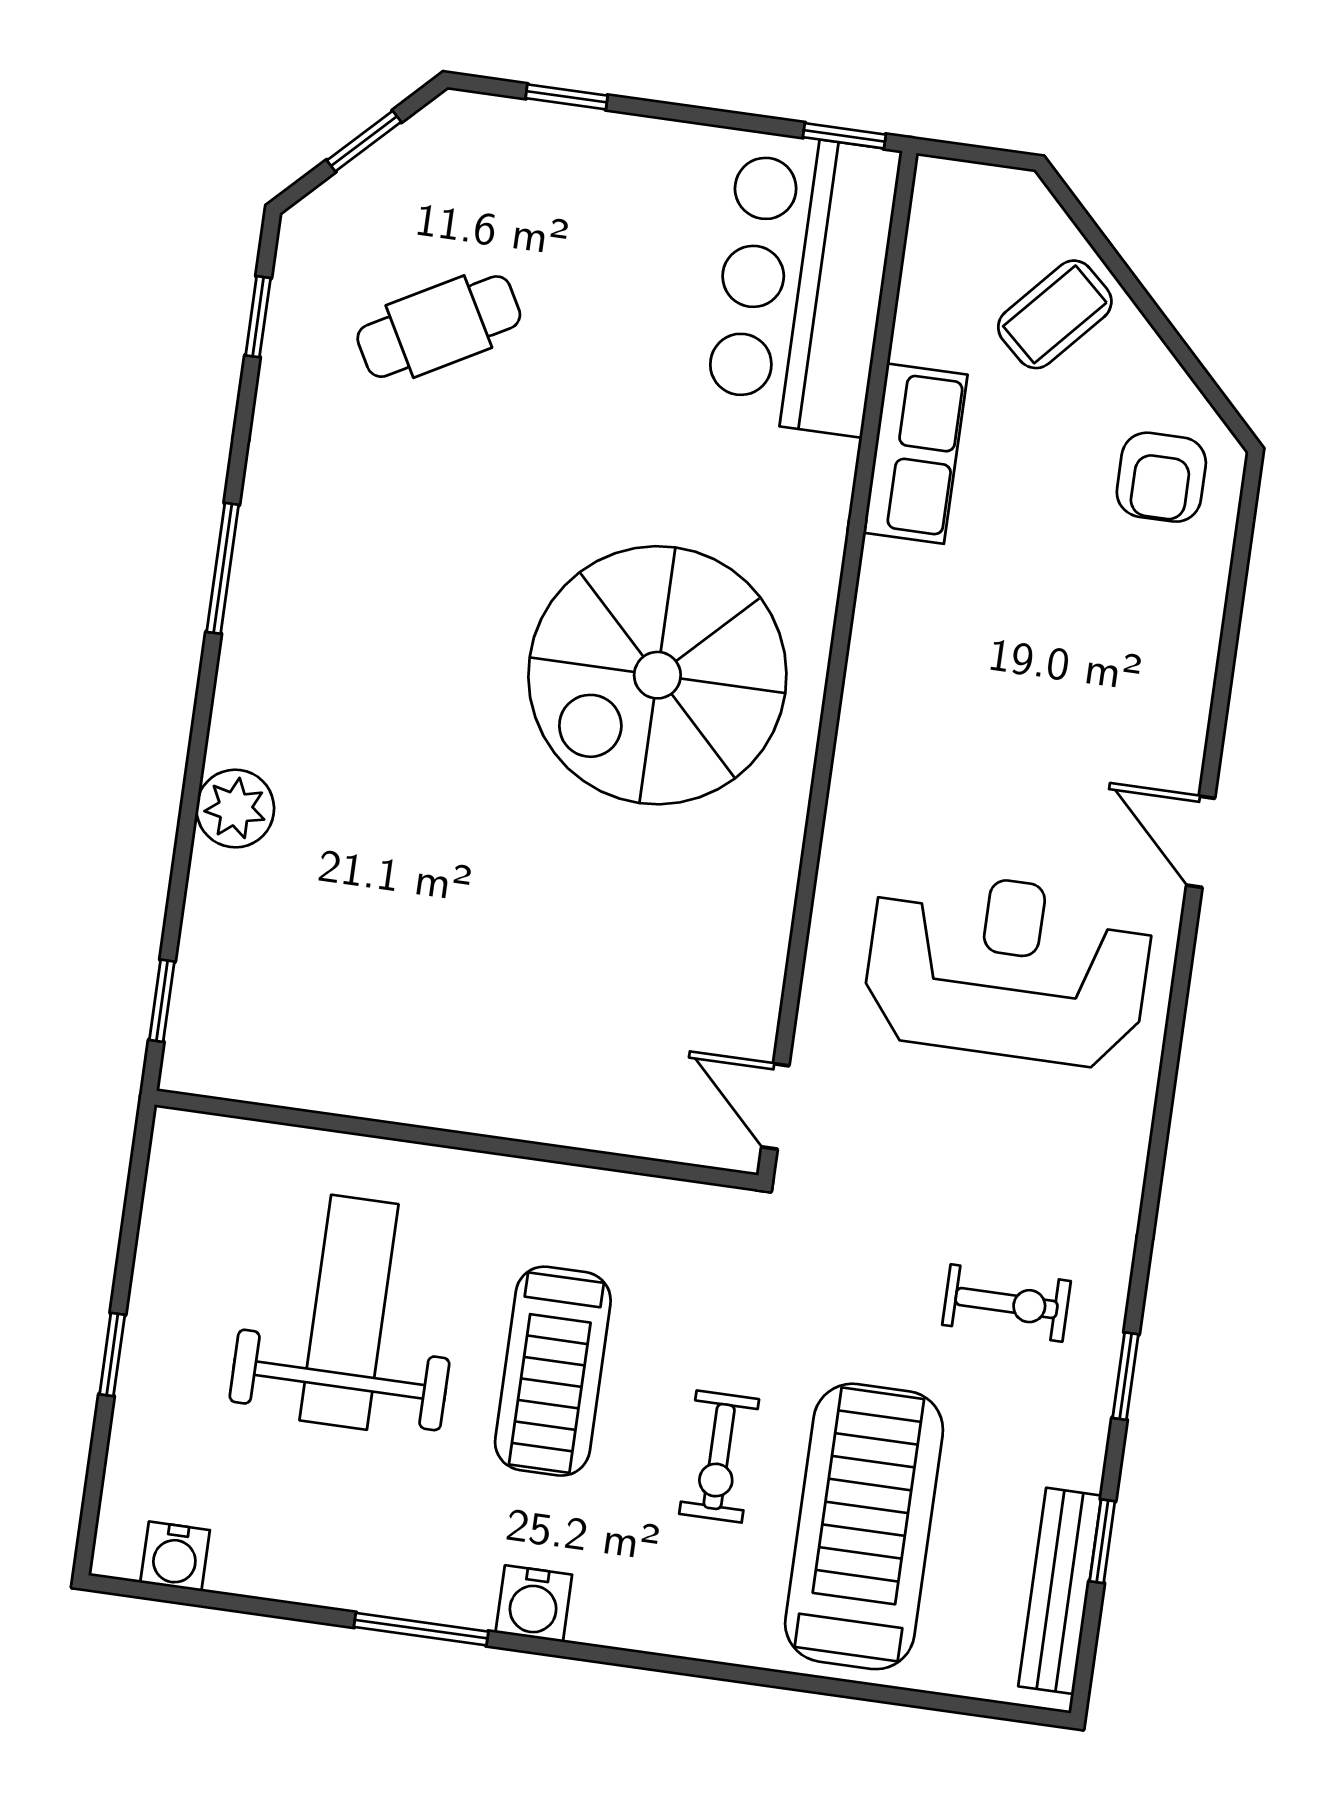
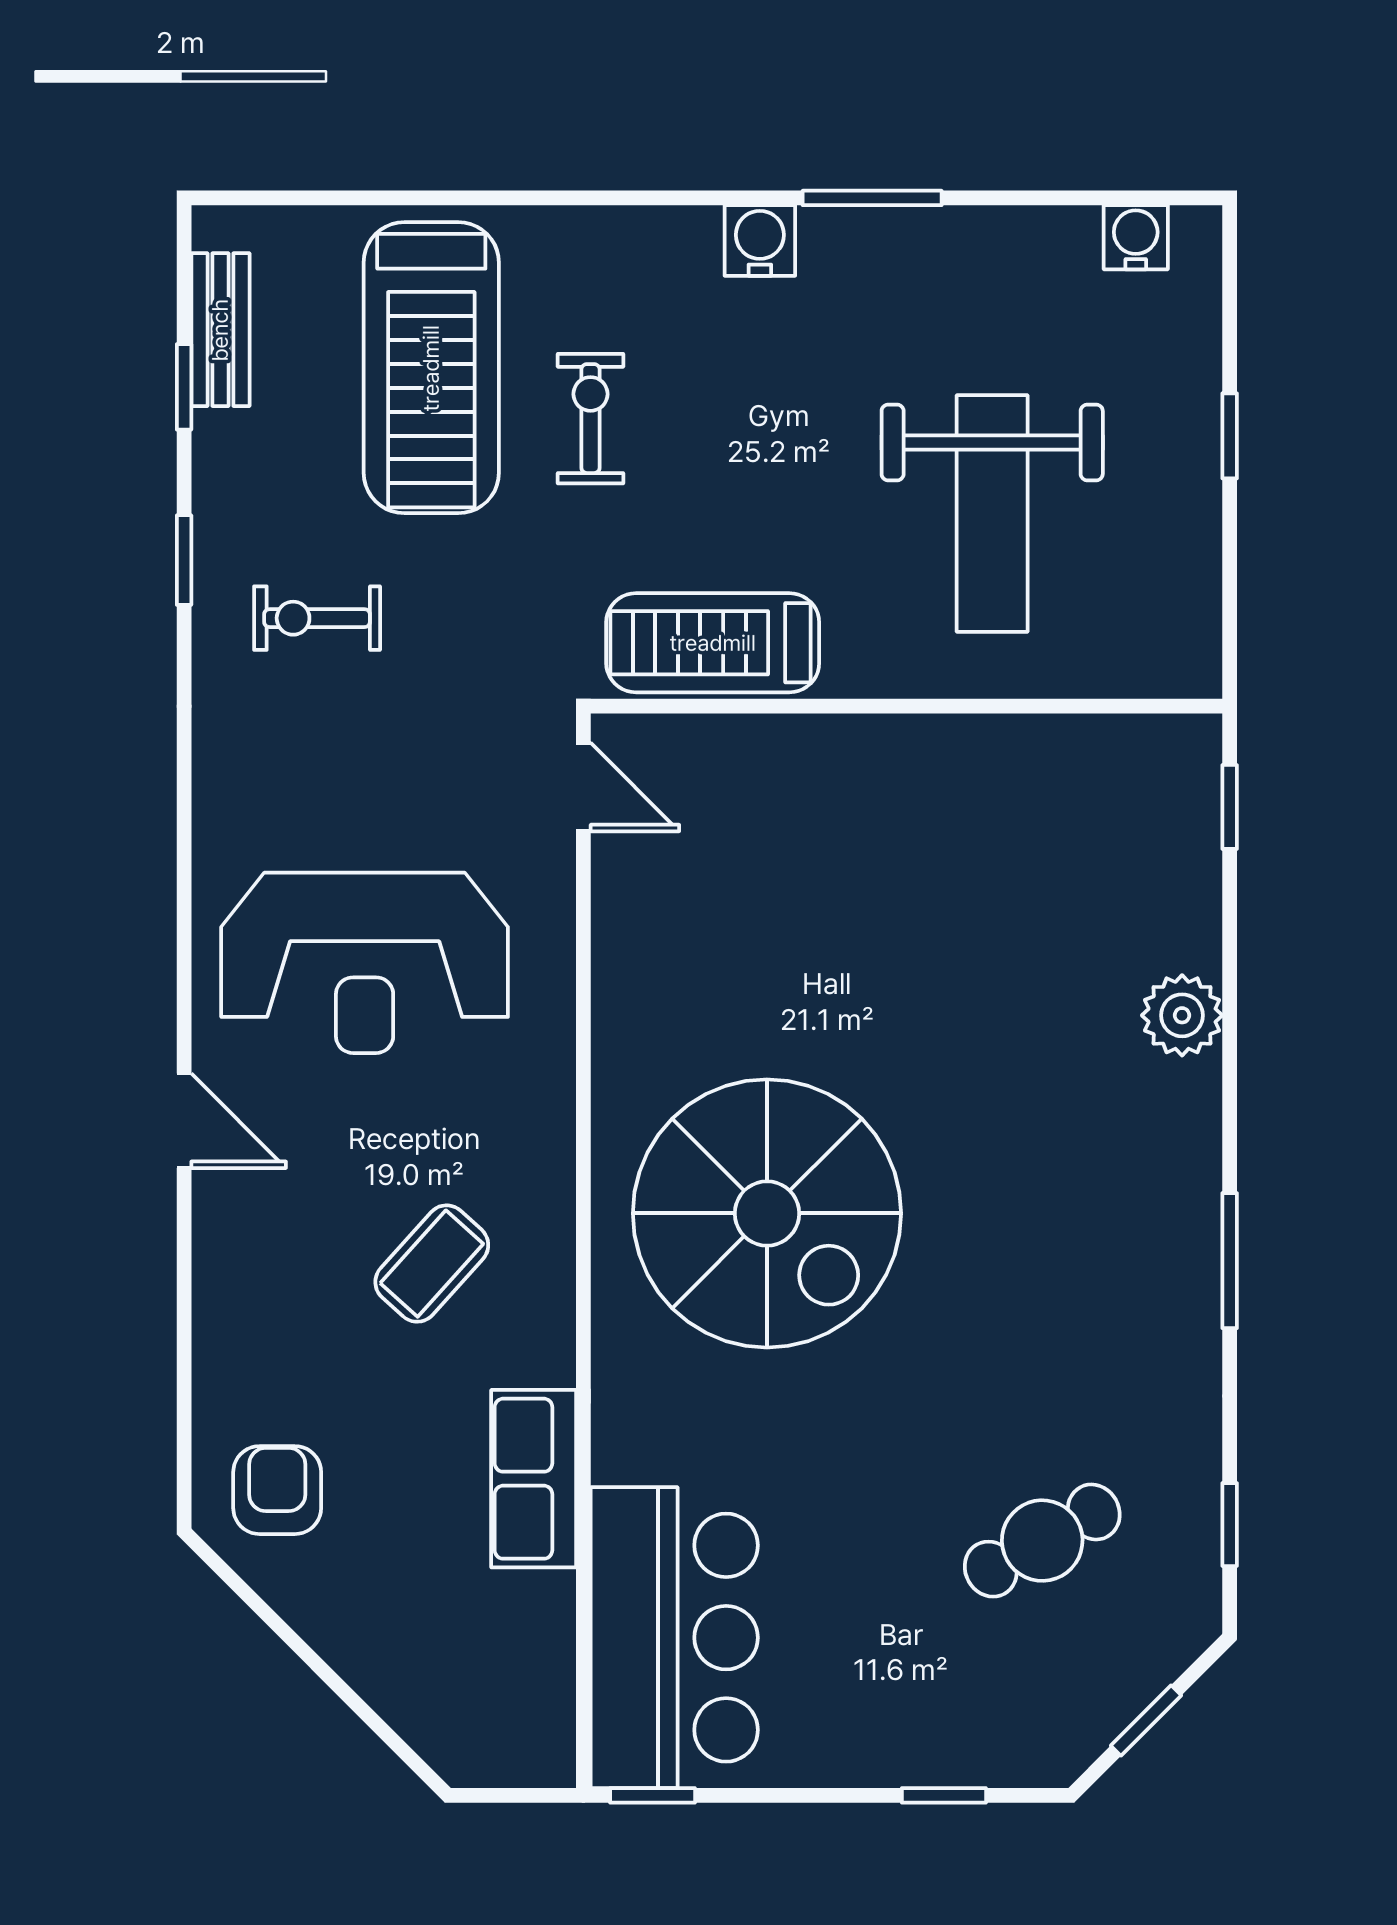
coffee table: (1055, 314) -> (432, 1264), moved
spiral stairs: (657, 675) -> (767, 1213), turned 90
treadmill: (553, 1371) -> (713, 643), moved, turned -90
bench: (1060, 1591) -> (220, 330), width x0.73

